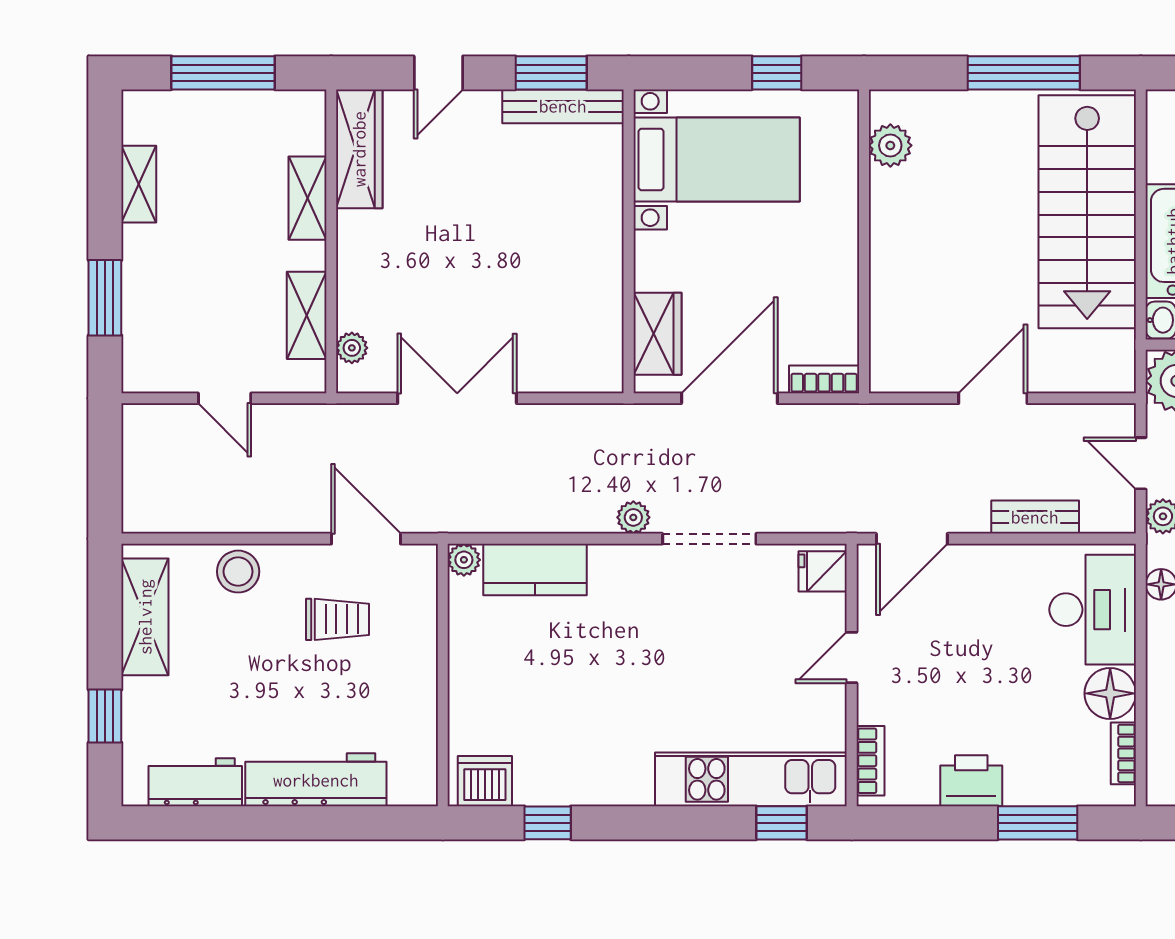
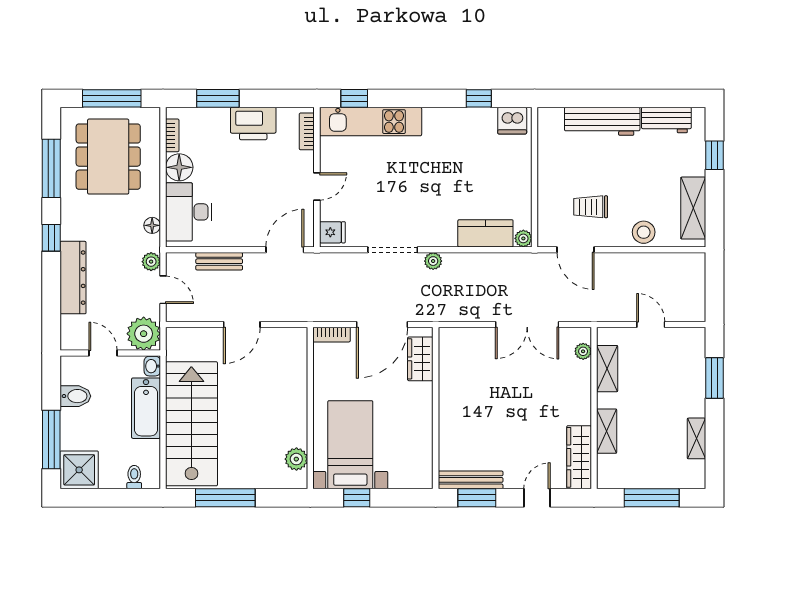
bed with nightstands: (717, 159) -> (350, 445), moved, turned 90
printer: (971, 781) -> (253, 123), width x1.37, depth x1.19

